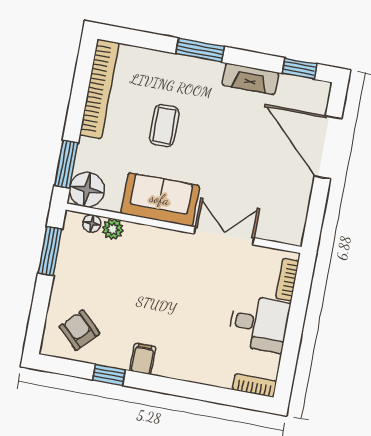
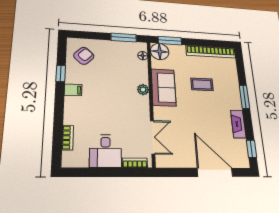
door: (328, 147) -> (215, 172), hinge flipped
plant: (113, 229) -> (143, 90), moved
double door: (224, 236) -> (153, 137), moved
bookcase: (255, 386) -> (68, 138), moved

